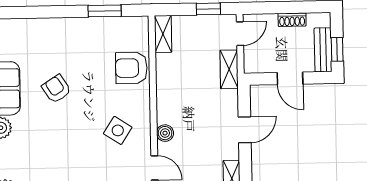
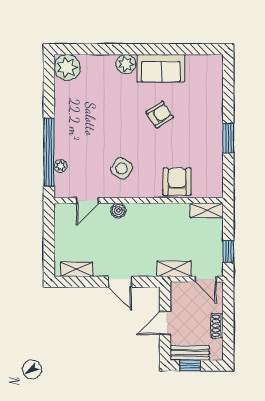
window: (105, 11) -> (228, 138), moved

